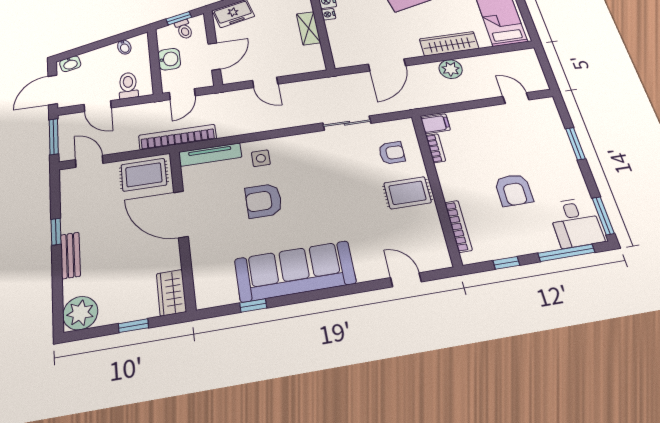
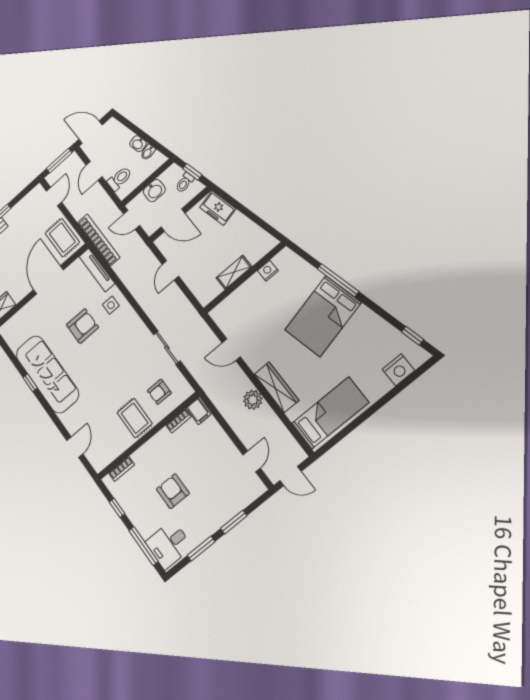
nightstand: (328, 14) -> (255, 279), removed
washbasin: (70, 64) -> (138, 144), moved
door: (387, 65) -> (231, 350), width x0.73
door: (547, 71) -> (291, 476), added
armchair: (392, 153) -> (159, 392), turned 90
armchair: (514, 190) -> (173, 491), turned 90
armchair: (264, 201) -> (83, 326), turned 90
window: (603, 216) -> (201, 549), moved
bookcase: (458, 226) -> (122, 469), width x0.64
window: (253, 305) -> (30, 383), moved

